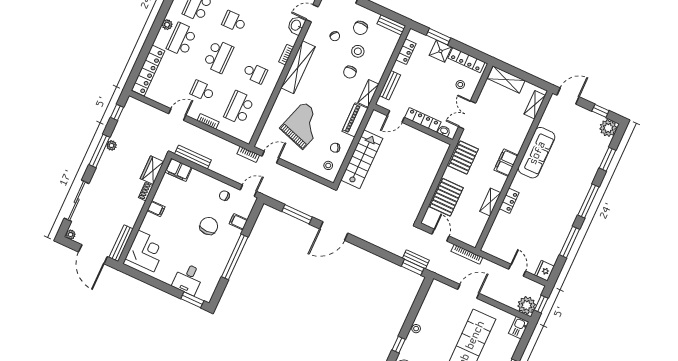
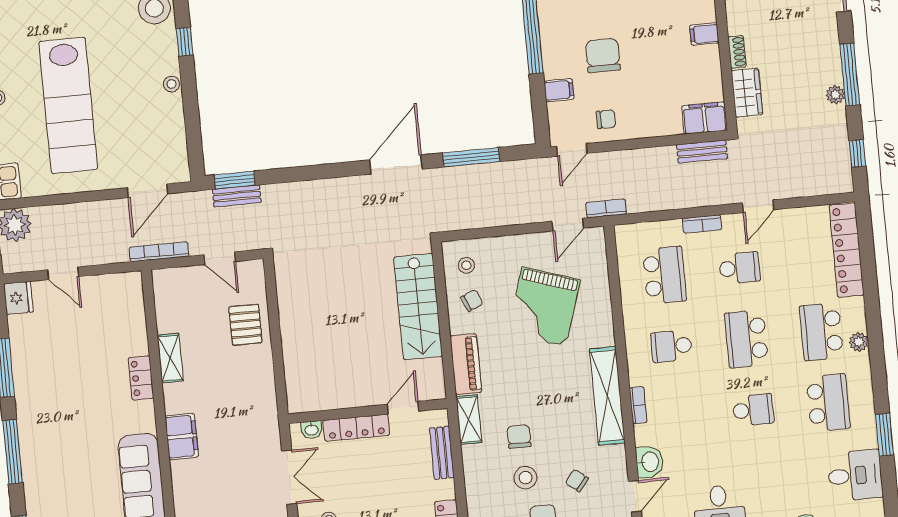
school desk: (182, 39) -> (821, 332), turned 180
bench: (193, 157) -> (702, 151), width x0.73
pallet: (464, 158) -> (255, 405), removed
pallet: (446, 197) -> (245, 325), width x0.67, depth x0.71
chair: (209, 226) -> (603, 55), turned 180
door: (468, 291) -> (147, 191), moved

